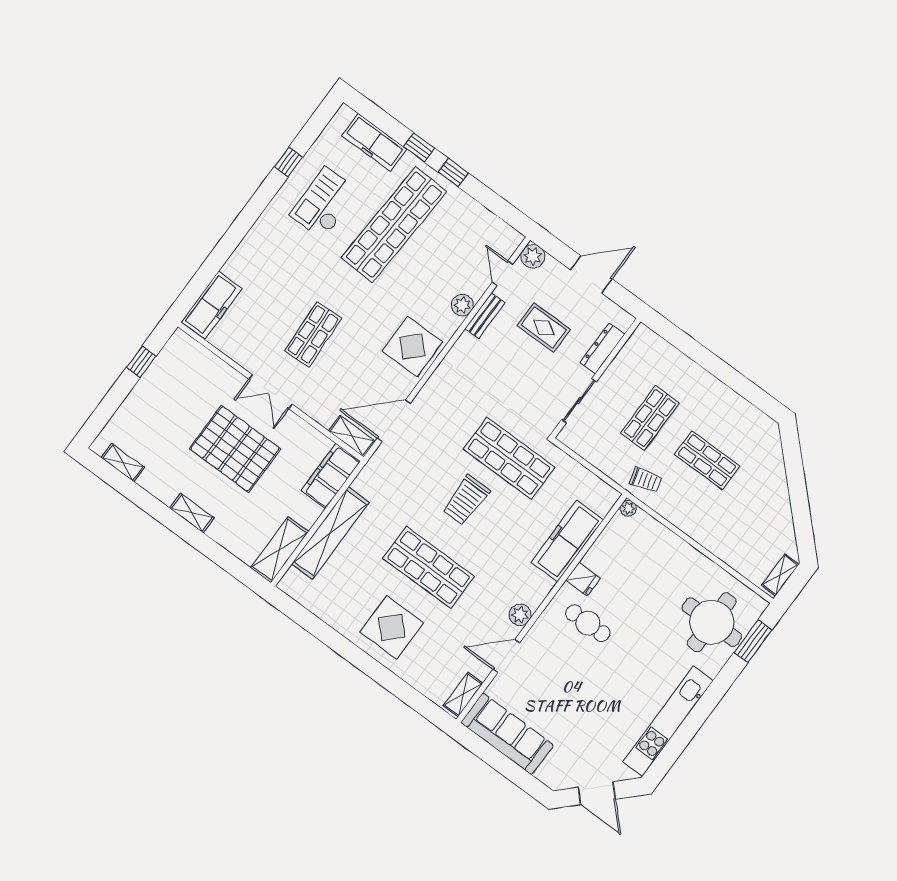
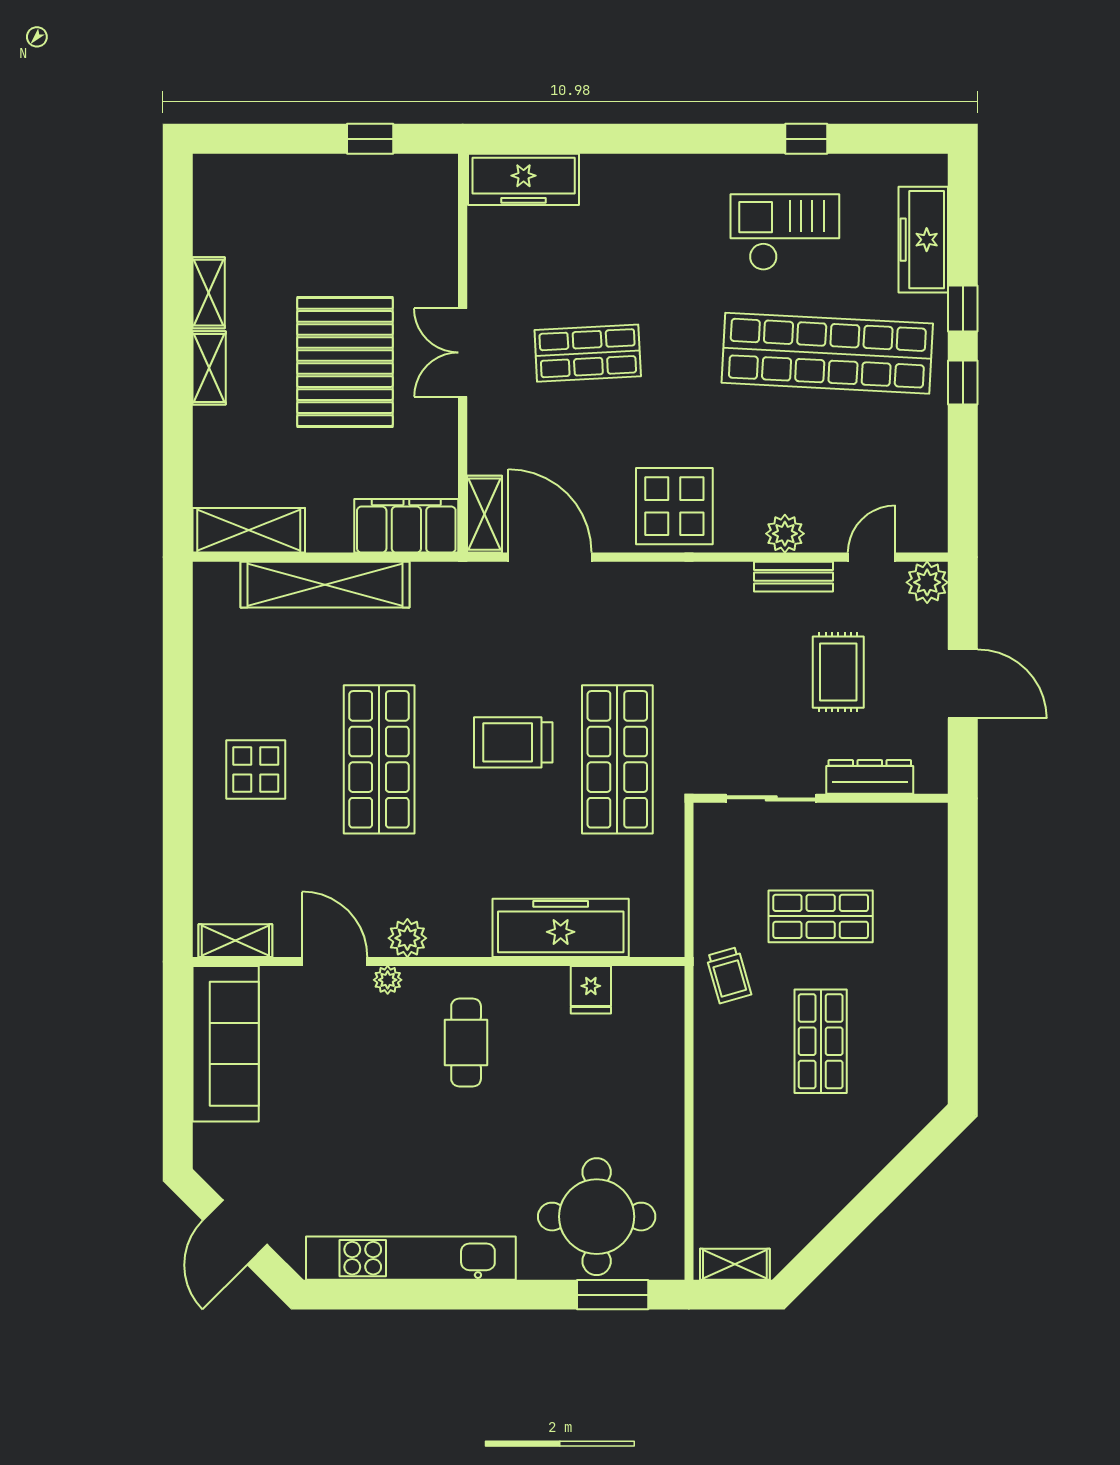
shelving: (123, 462) -> (209, 293), moved
plant: (628, 508) -> (388, 980), moved
fridge: (583, 579) -> (591, 990), moved
display table: (392, 627) -> (256, 770), width x0.73, depth x0.73

